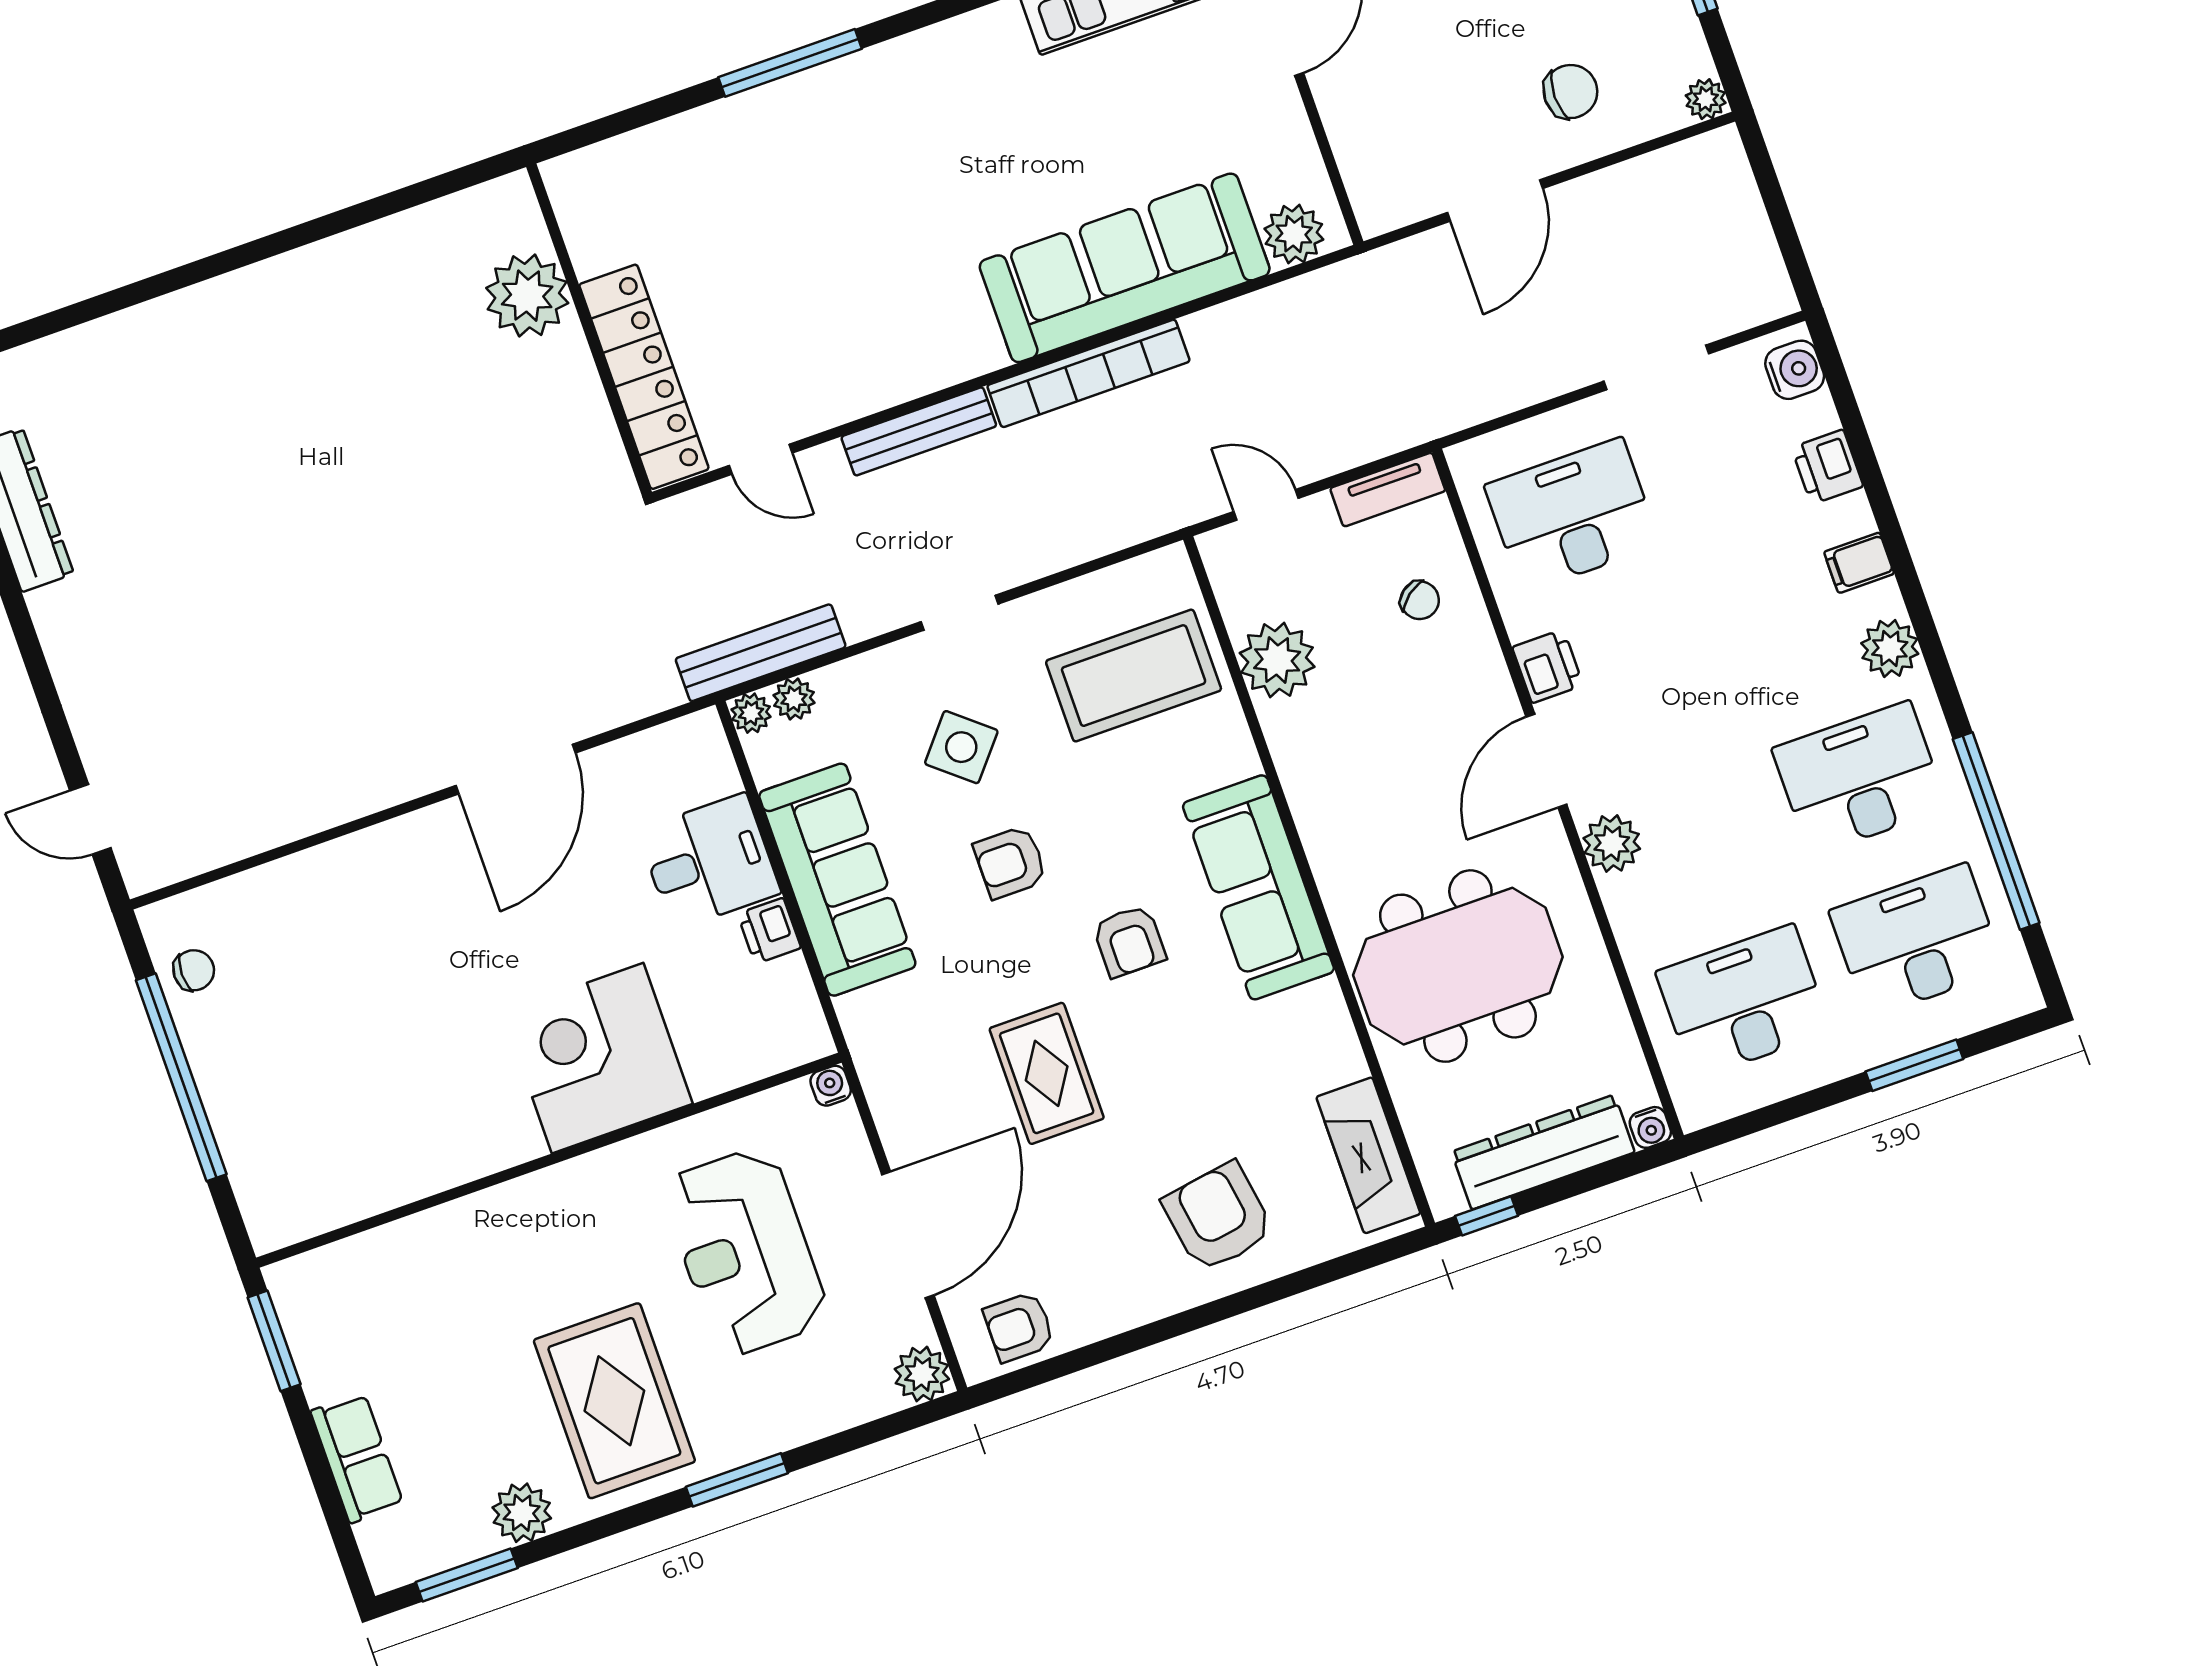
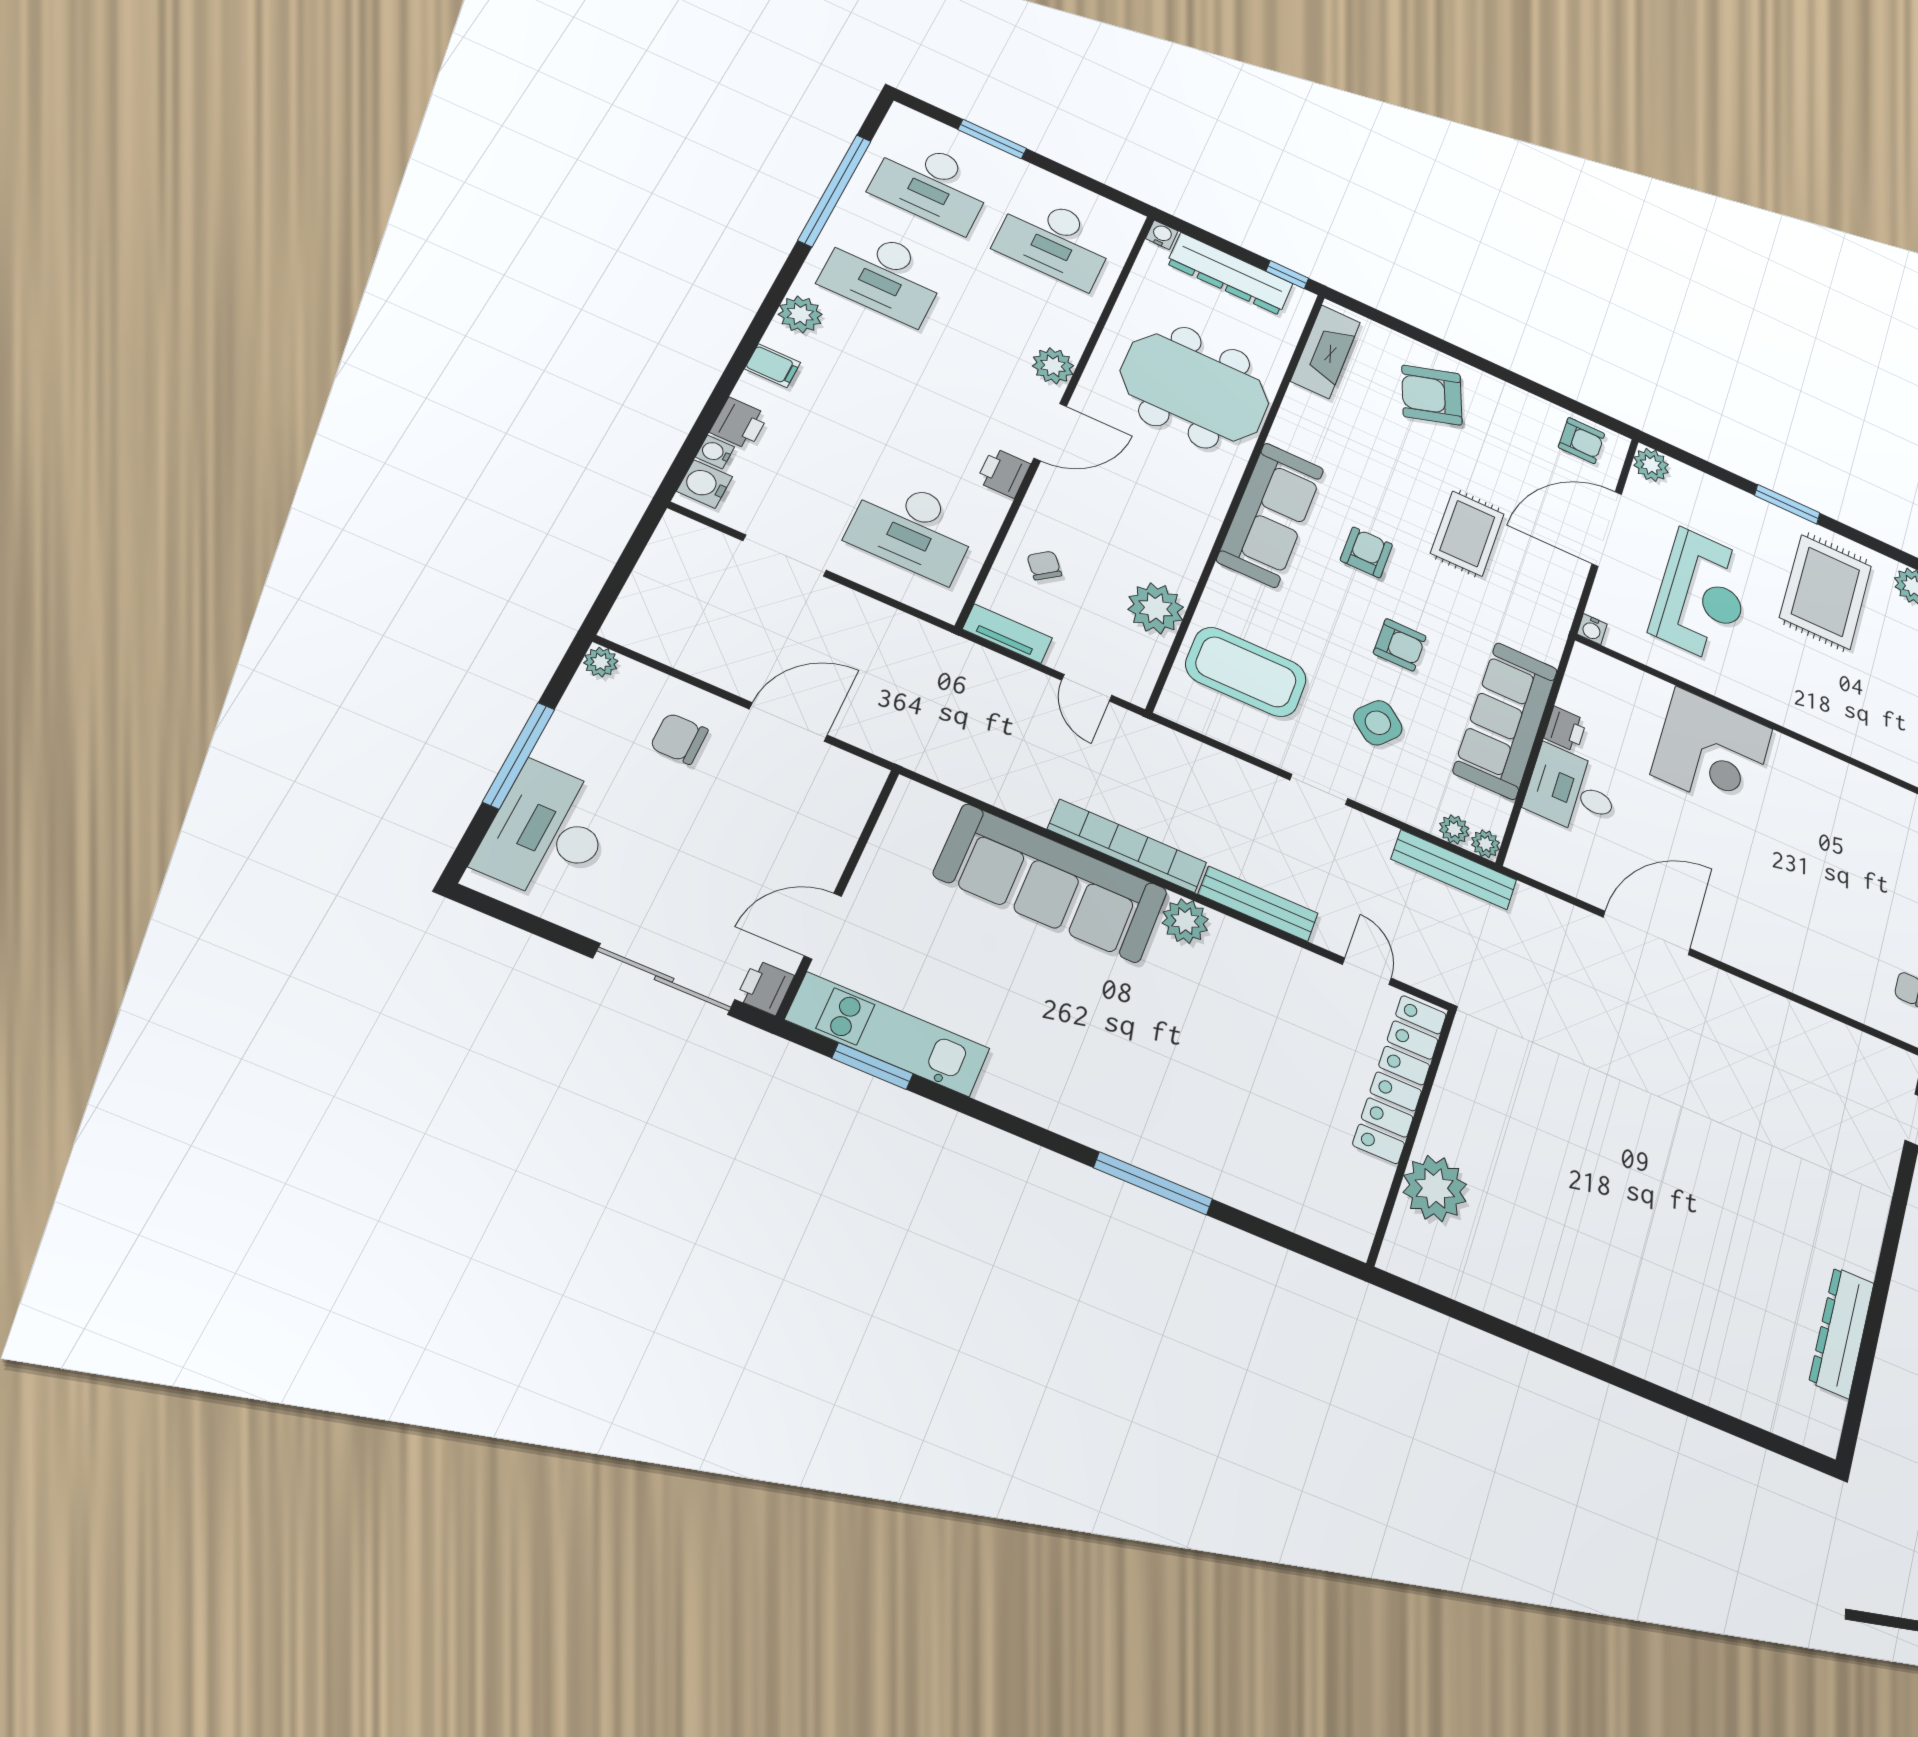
plant: (1294, 234) -> (1185, 921), moved
water cooler: (1818, 414) -> (715, 452), added
armchair: (1218, 1217) -> (1432, 395), turned 80

